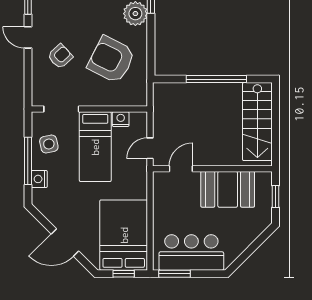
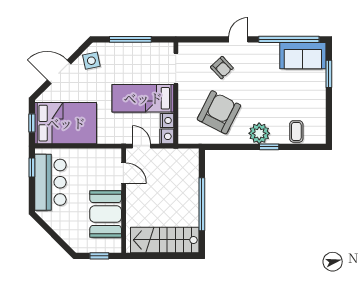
side table: (49, 144) -> (91, 61), moved
nightstand: (39, 179) -> (167, 136), moved, turned 90
door: (65, 242) -> (59, 72), hinge flipped
window: (174, 274) -> (32, 167), width x0.67

